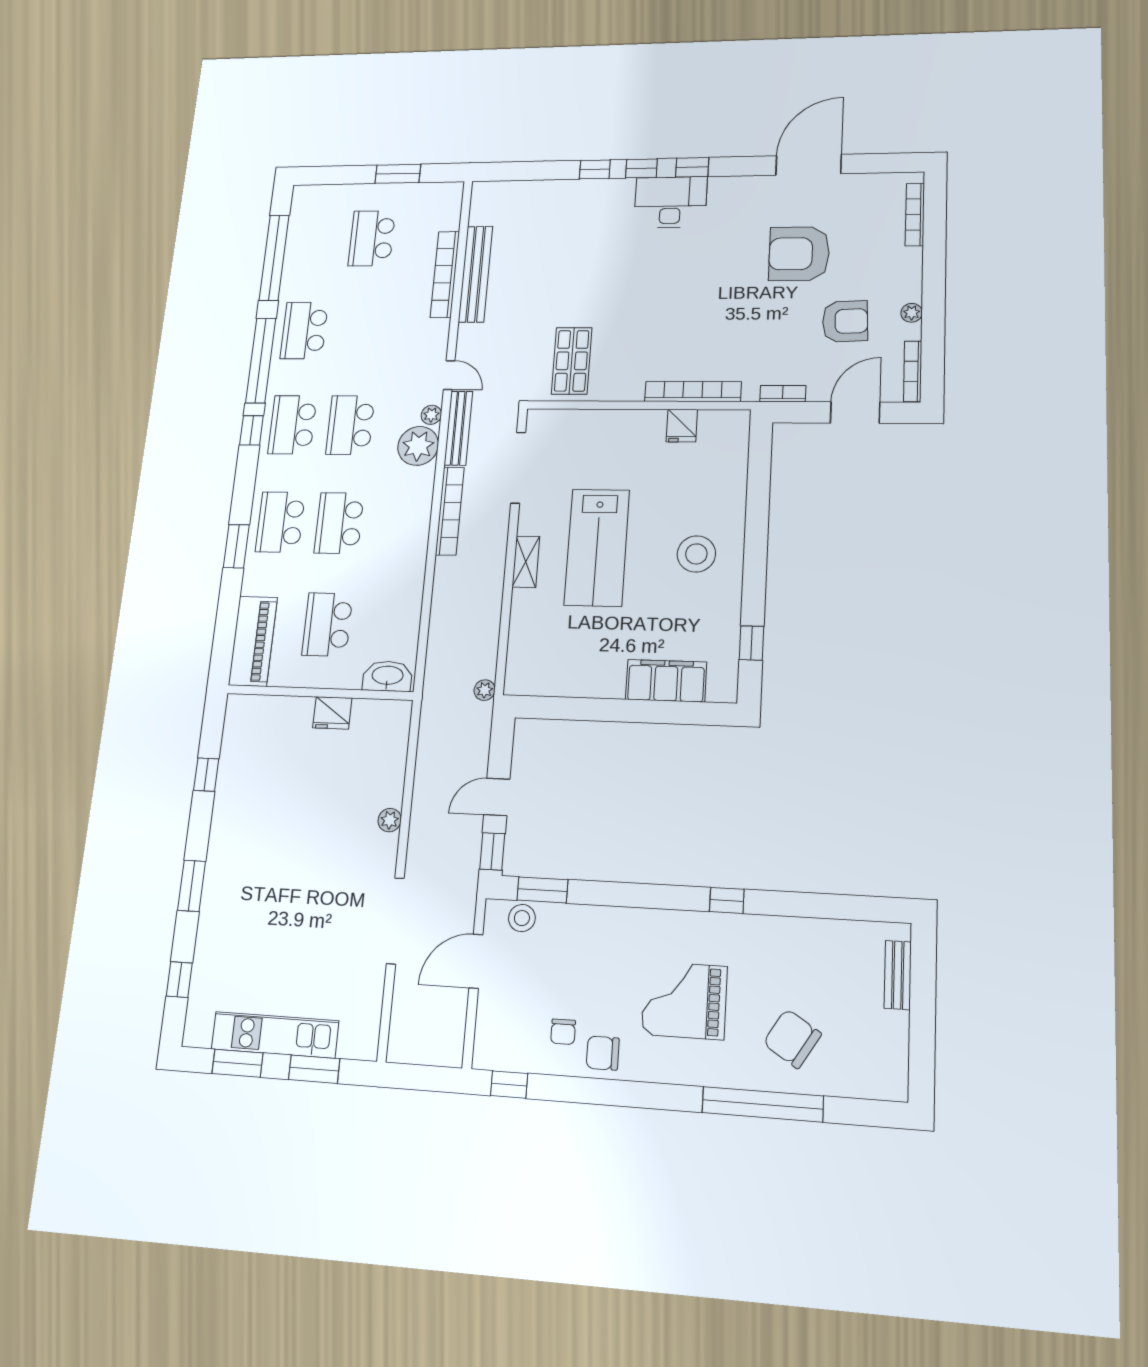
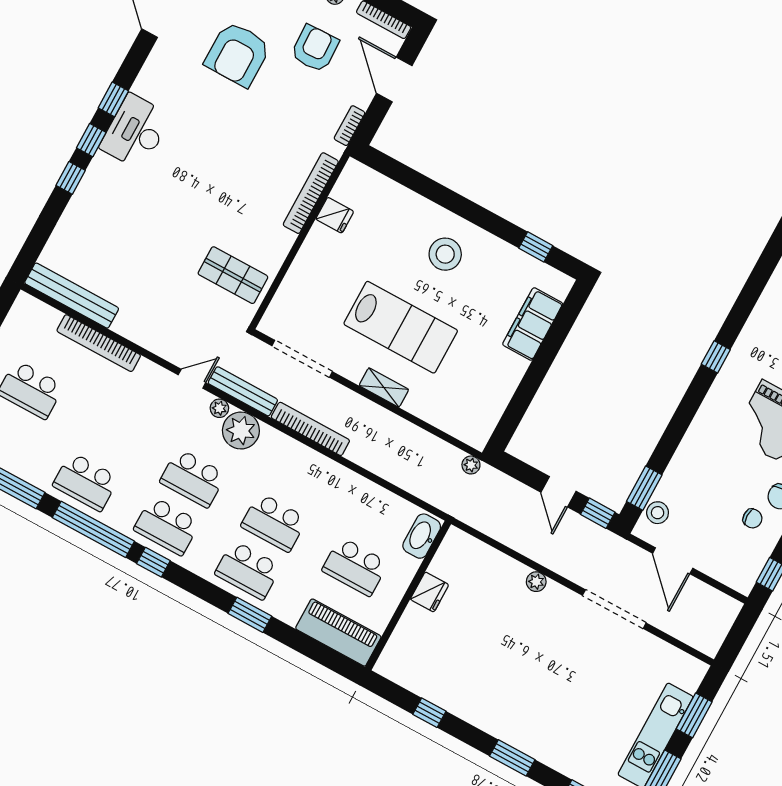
bench: (476, 274) -> (72, 296), moved

